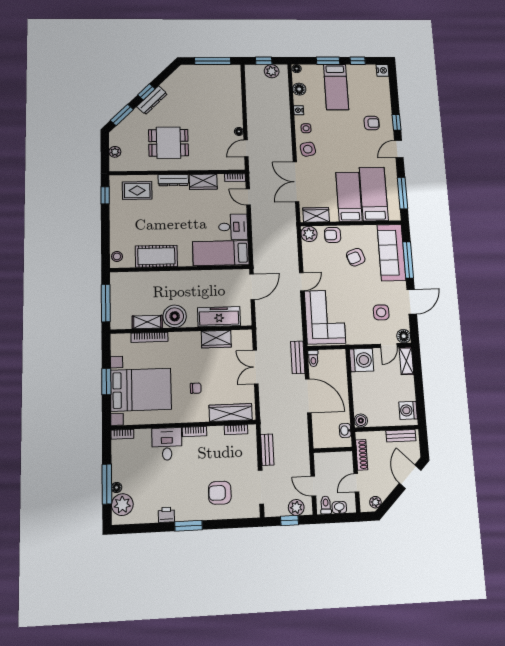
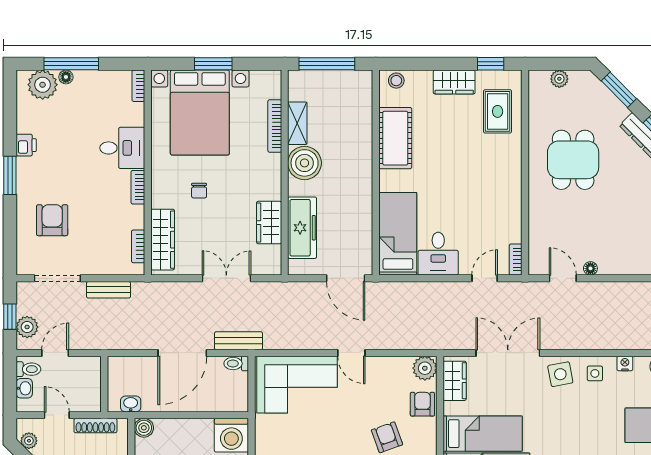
dresser: (173, 180) -> (513, 166), removed
wardrobe: (203, 182) -> (454, 82), moved, turned -90

